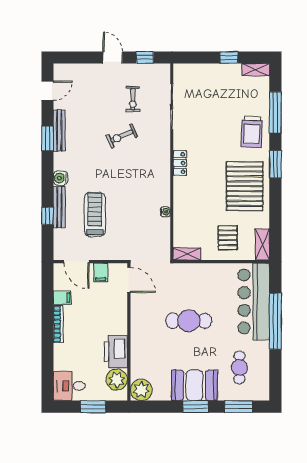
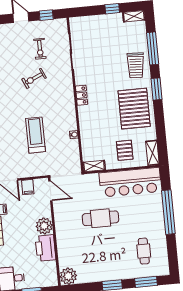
treadmill: (95, 214) -> (36, 135), moved
bar counter: (254, 302) -> (130, 182), moved, turned -90
plant: (117, 380) -> (44, 226), moved
booth: (195, 385) -> (110, 269), removed

